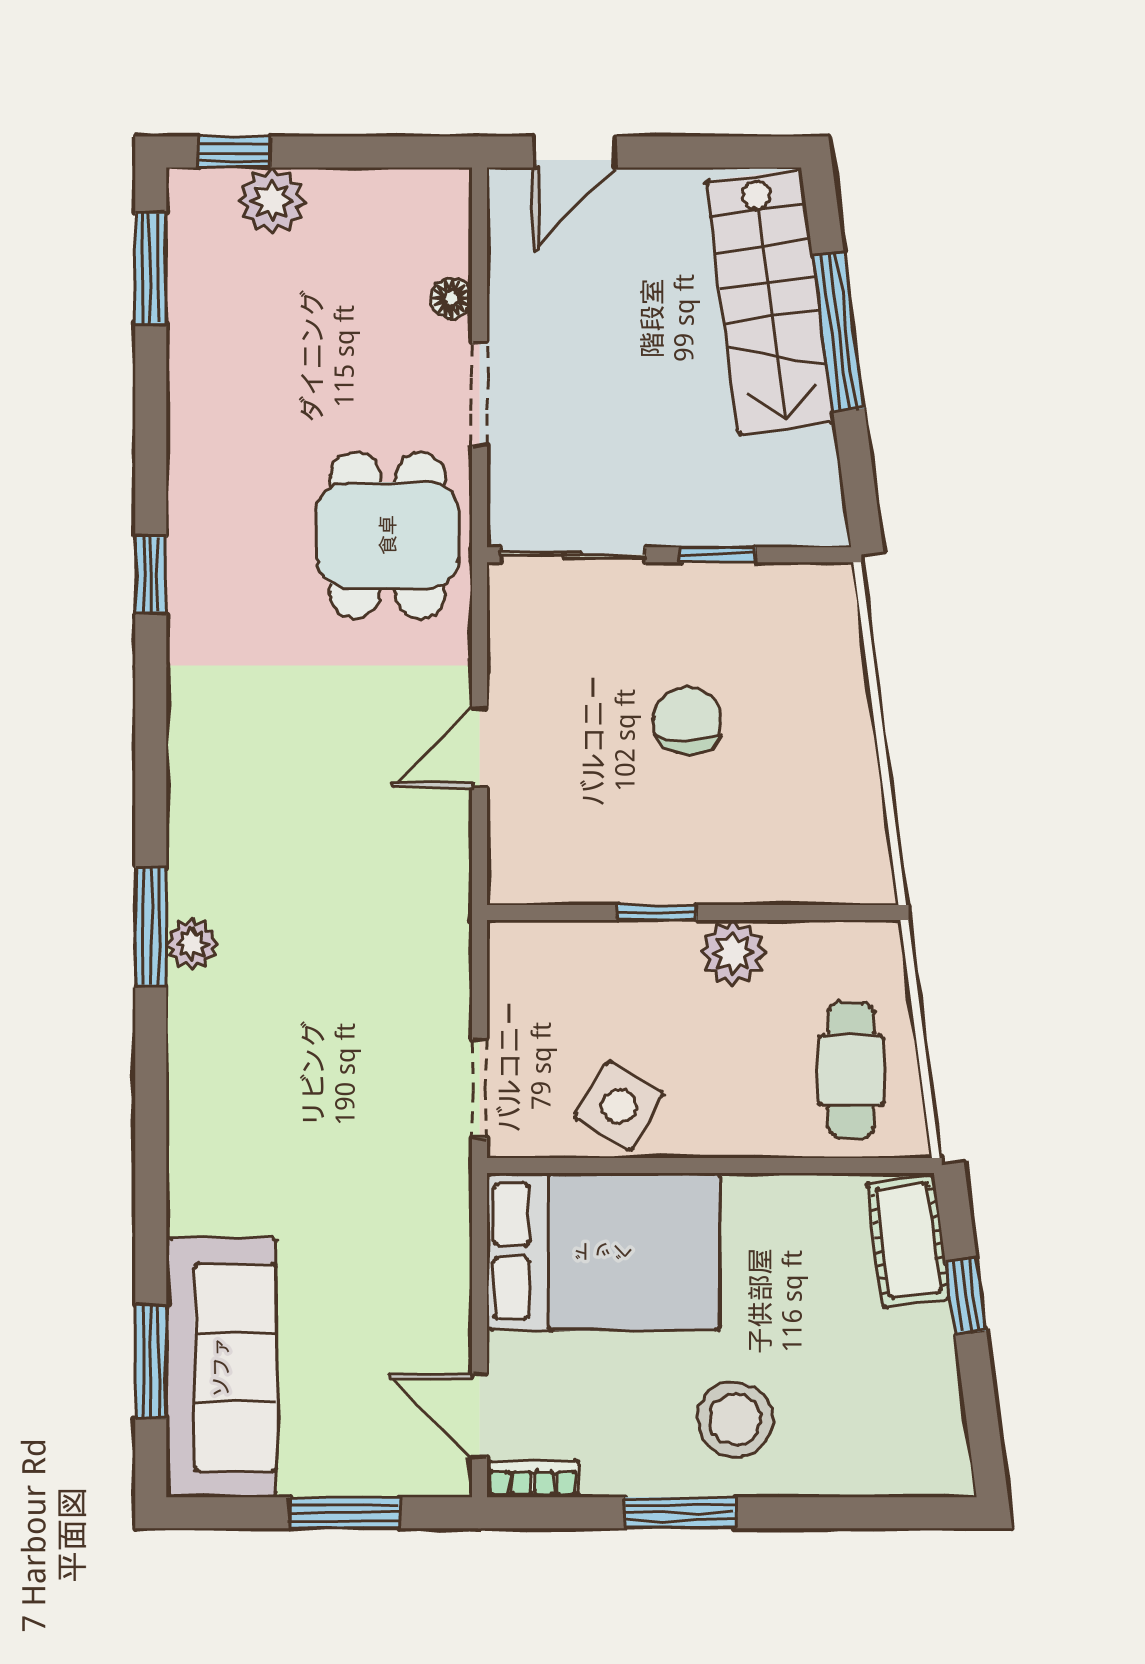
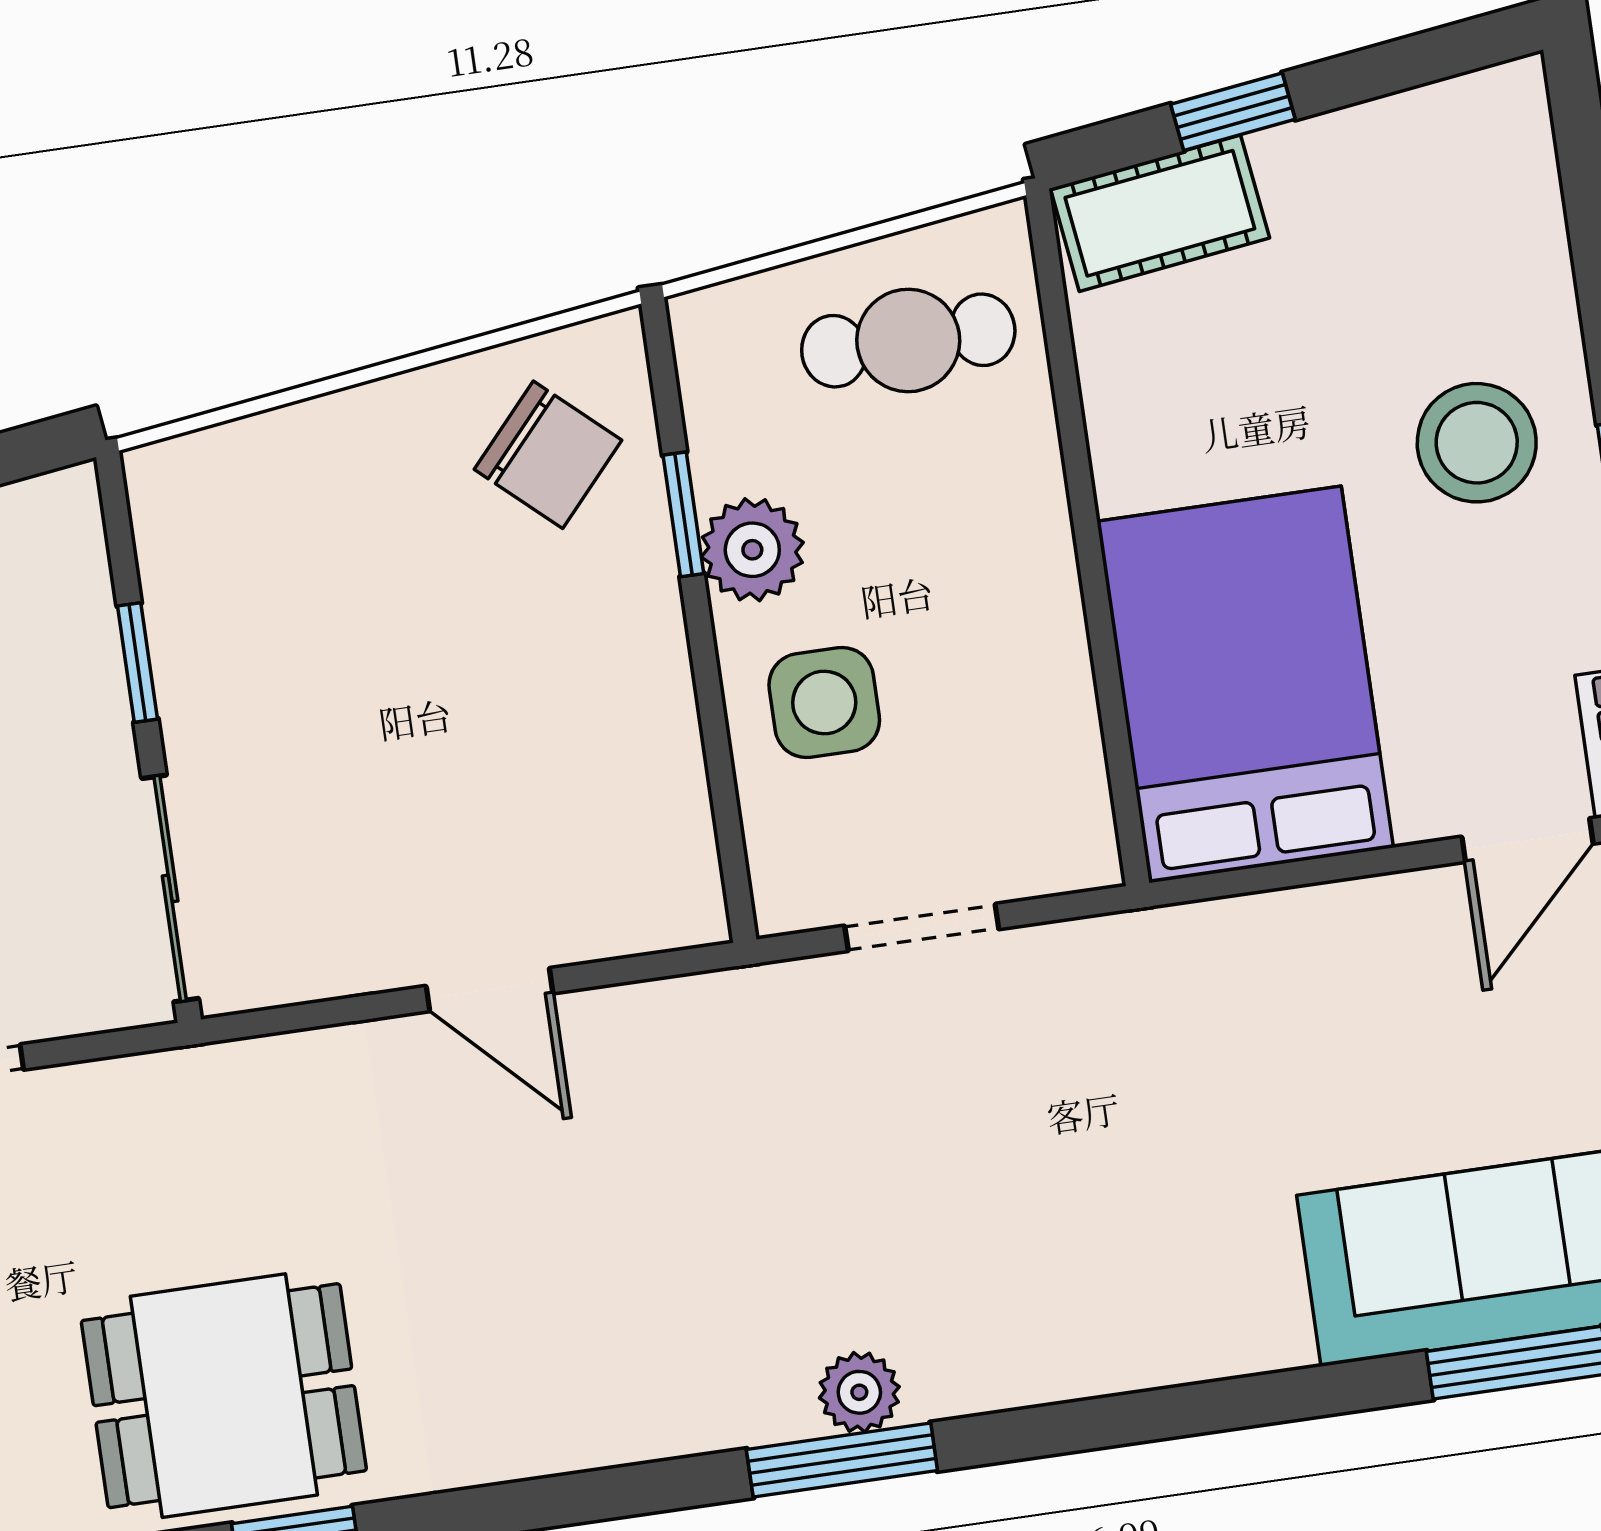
dining table: (388, 535) -> (224, 1396), moved
chair: (687, 721) -> (548, 455), moved, turned -138
window: (657, 913) -> (683, 514), moved
doorway: (479, 1089) -> (922, 927), moved
side table: (619, 1106) -> (824, 702), moved, turned -30

